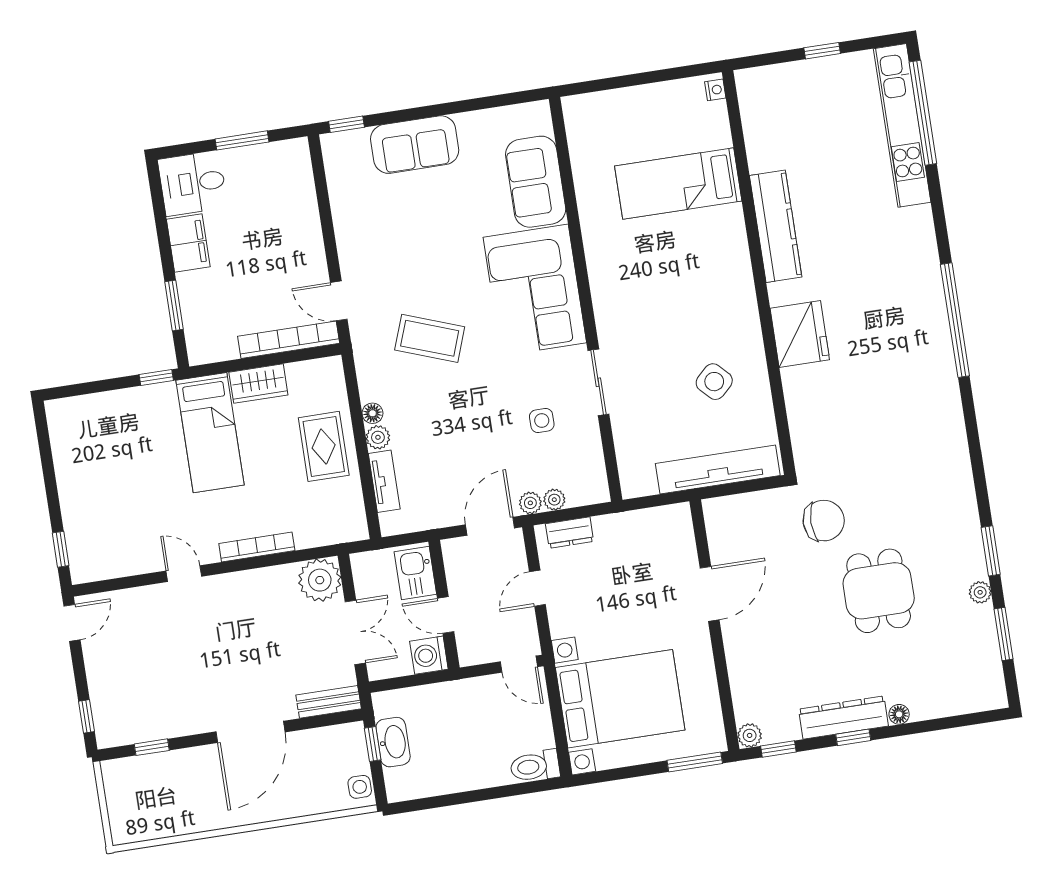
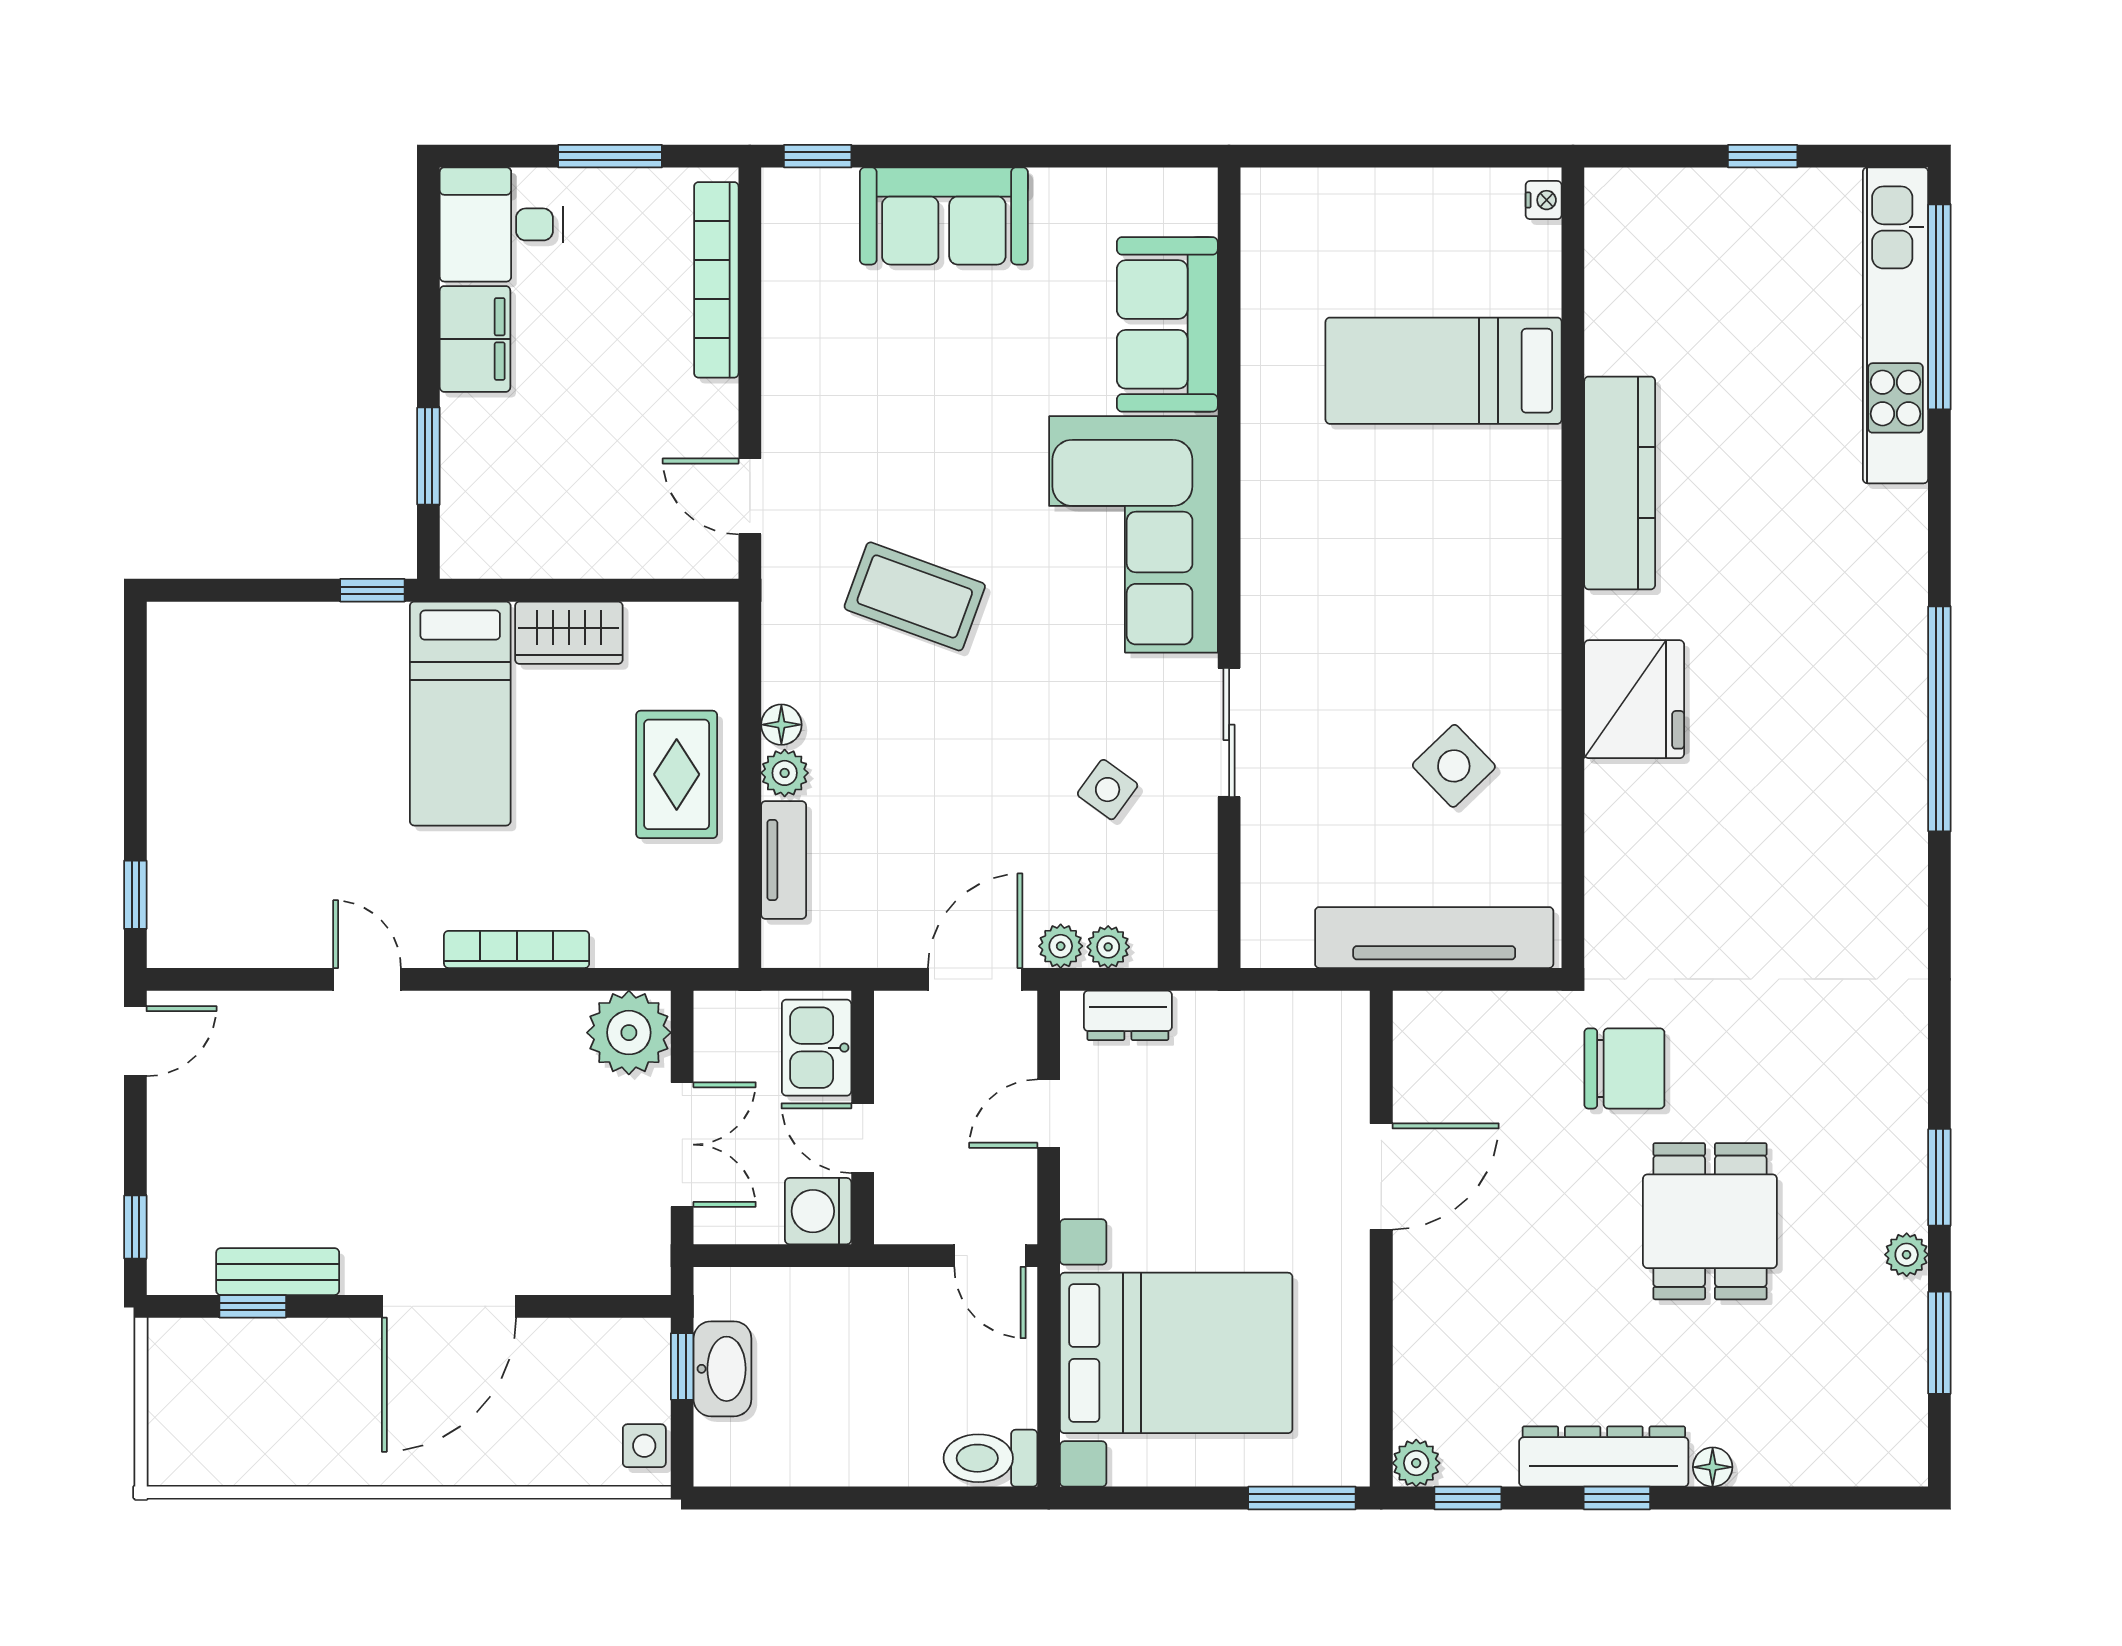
bookcase: (289, 340) -> (716, 280), moved, turned -90
side table: (542, 420) -> (1108, 790), turned 36
bench: (329, 702) -> (278, 1272), moved

